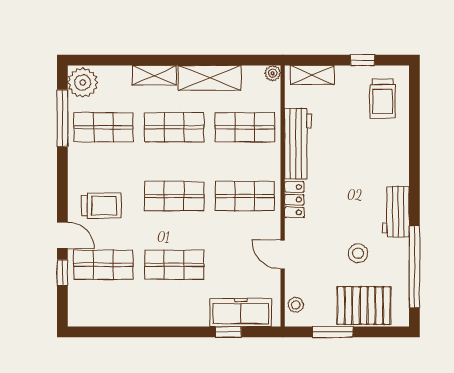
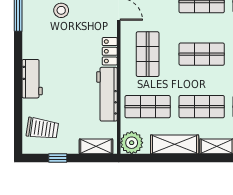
plant: (273, 73) -> (132, 143), width x1.87, depth x1.87
trolley: (383, 99) -> (42, 129), turned 98
shop shelf: (245, 196) -> (148, 54), turned 90
workbench: (396, 212) -> (32, 79), moved

